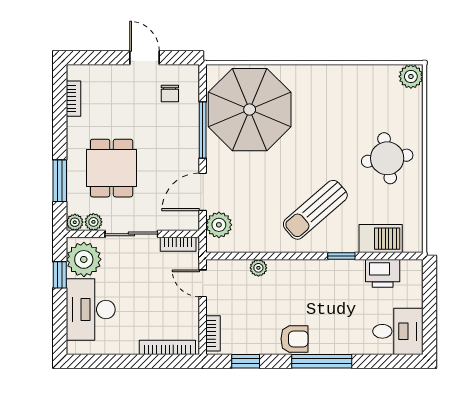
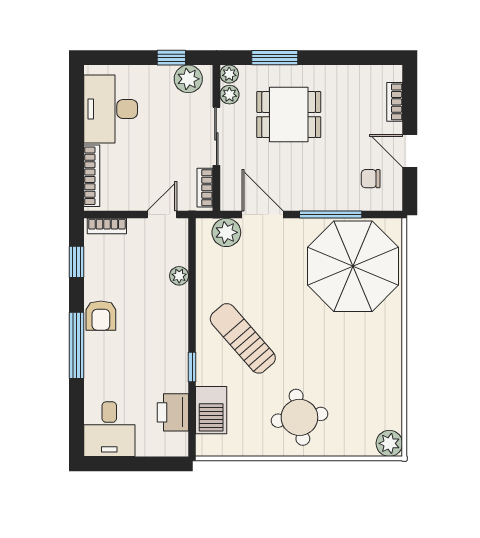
door: (144, 58) -> (410, 151), swing flipped
bookcase: (74, 99) -> (395, 102), moved, turned 90
plant: (84, 259) -> (188, 79), width x0.73, depth x0.73
desk: (91, 310) -> (111, 109), moved, turned -90

